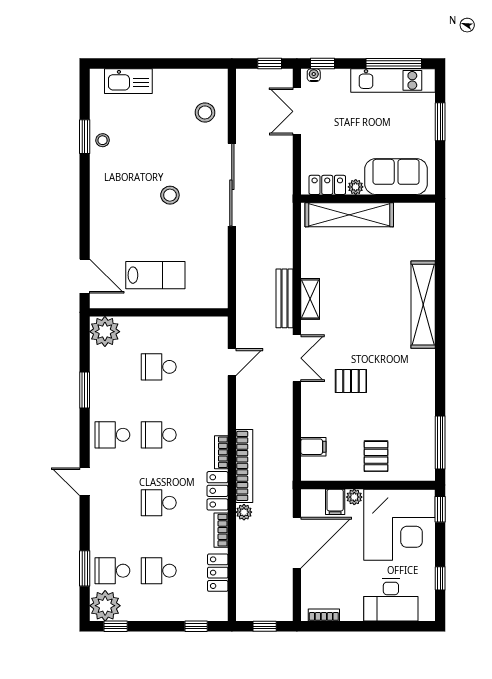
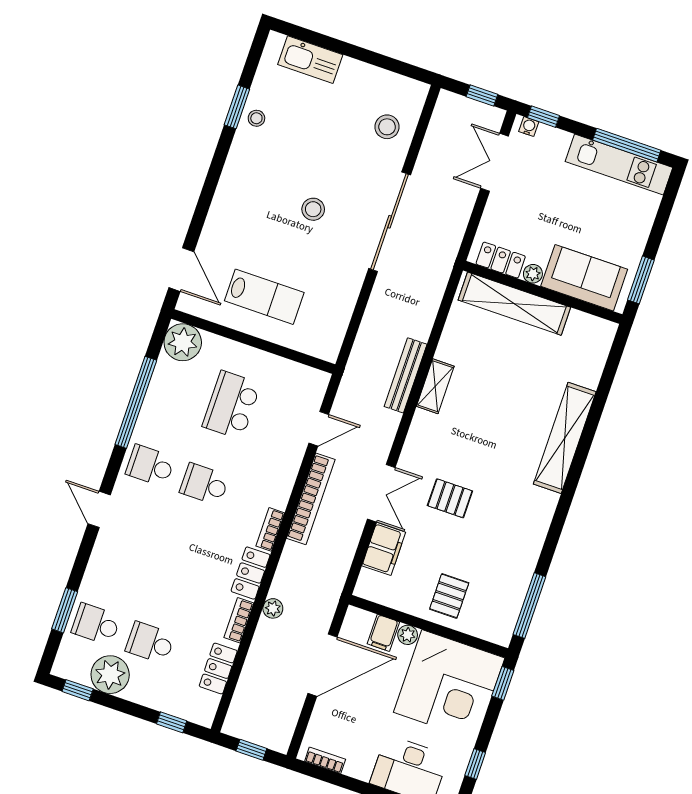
window: (440, 122) -> (641, 280), moved
double door: (297, 358) -> (381, 493), moved
school desk: (159, 367) -> (232, 405), width x1.85
window: (85, 390) -> (136, 402), width x2.11
filing cabinet: (313, 447) -> (384, 549), width x2.00
bookcase: (244, 466) -> (311, 499), moved
school desk: (159, 503) -> (177, 563), removed
plant: (105, 606) -> (110, 675), moved

